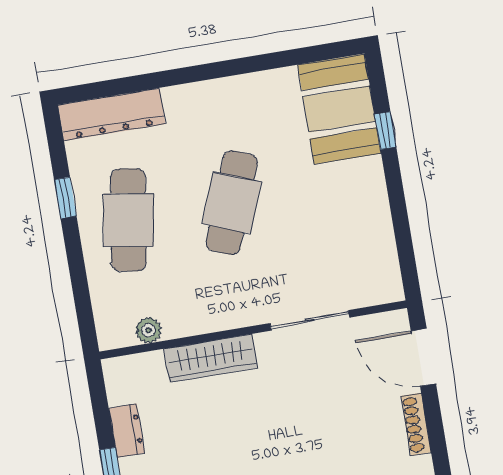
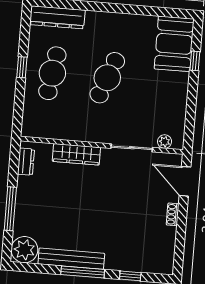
window: (65, 198) -> (22, 67), moved
plant: (148, 330) -> (165, 142), moved
shoe rack: (416, 424) -> (173, 214), width x0.70
dresser: (127, 431) -> (26, 162), moved

